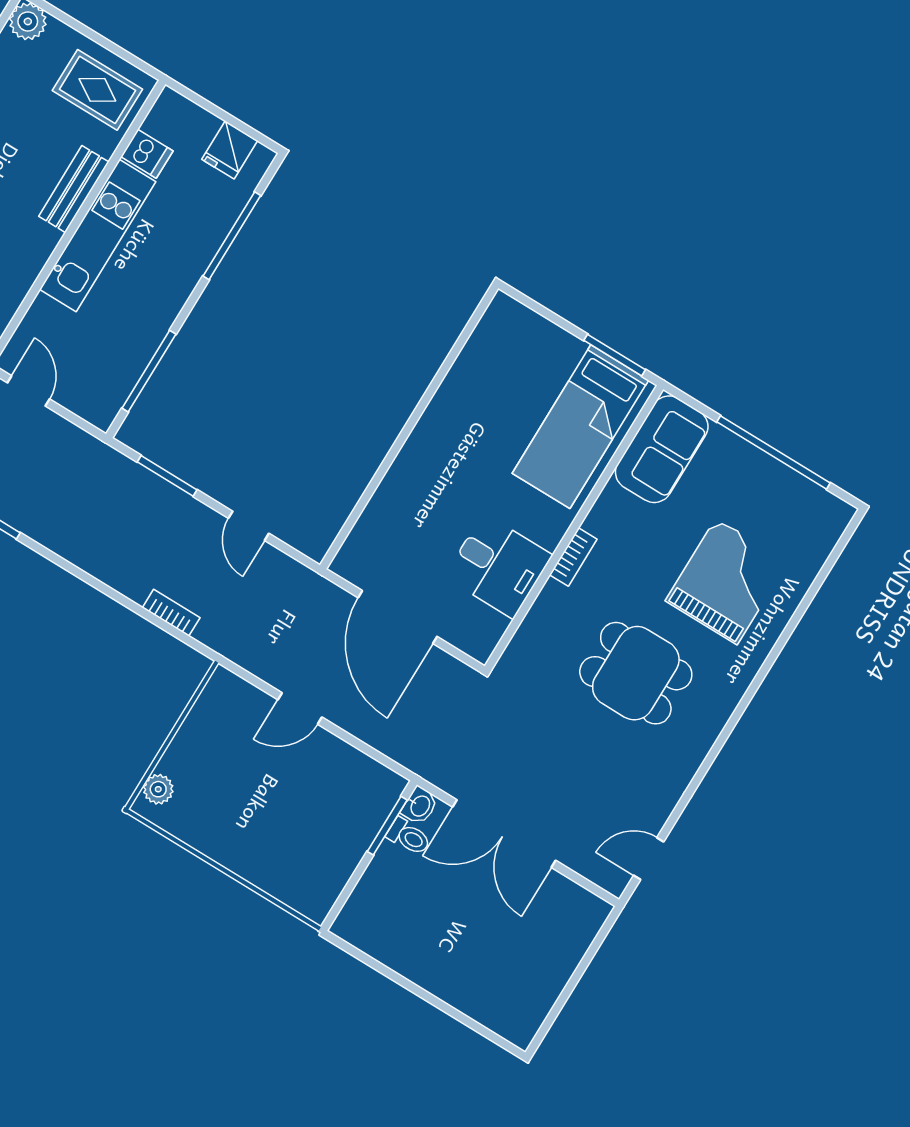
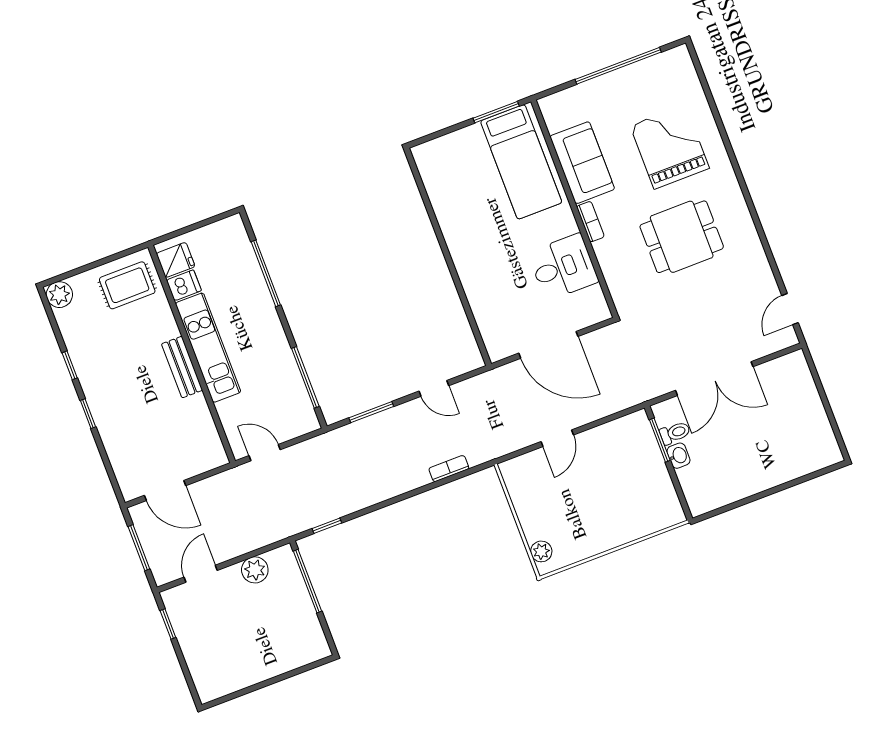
fridge: (230, 150) -> (176, 260), moved, turned -90
bench: (74, 189) -> (182, 367), moved
sofa: (662, 449) -> (582, 163), moved
washbasin: (420, 806) -> (678, 456), moved

